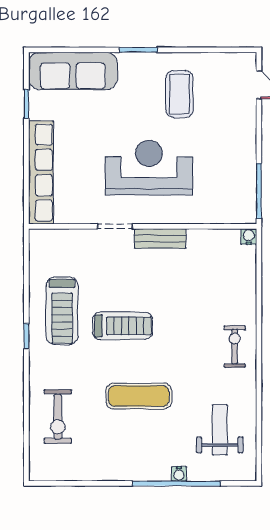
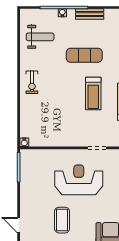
reception desk: (149, 168) -> (79, 180), turned 180
bench: (160, 238) -> (90, 14), moved
treadmill: (122, 326) -> (93, 94), turned -90
weight bench: (220, 430) -> (40, 37), turned -90

